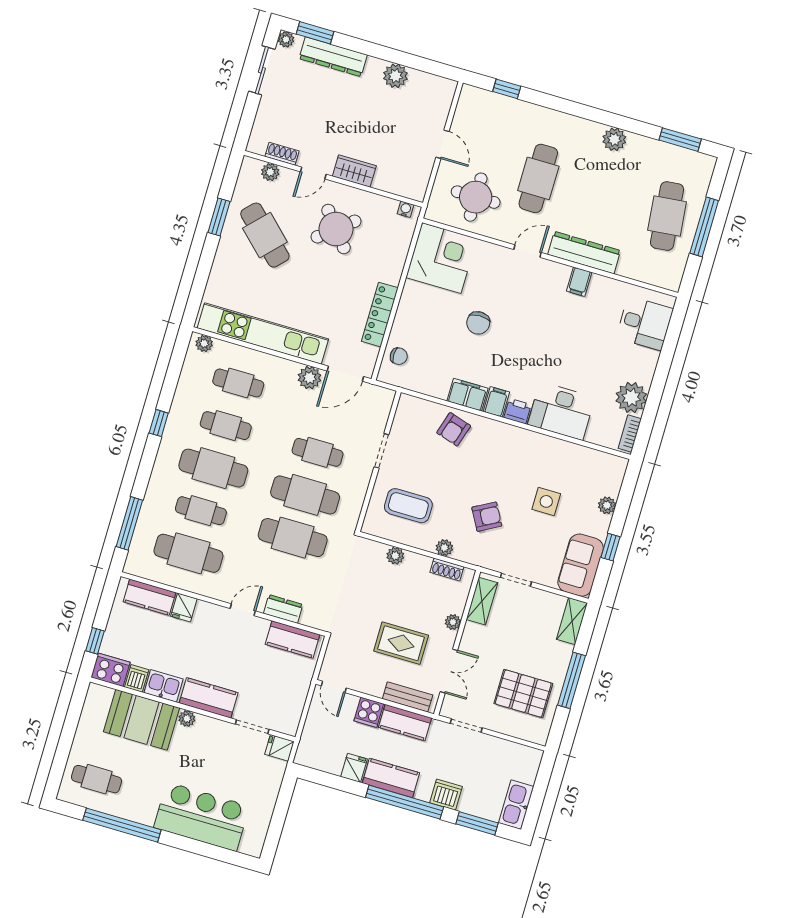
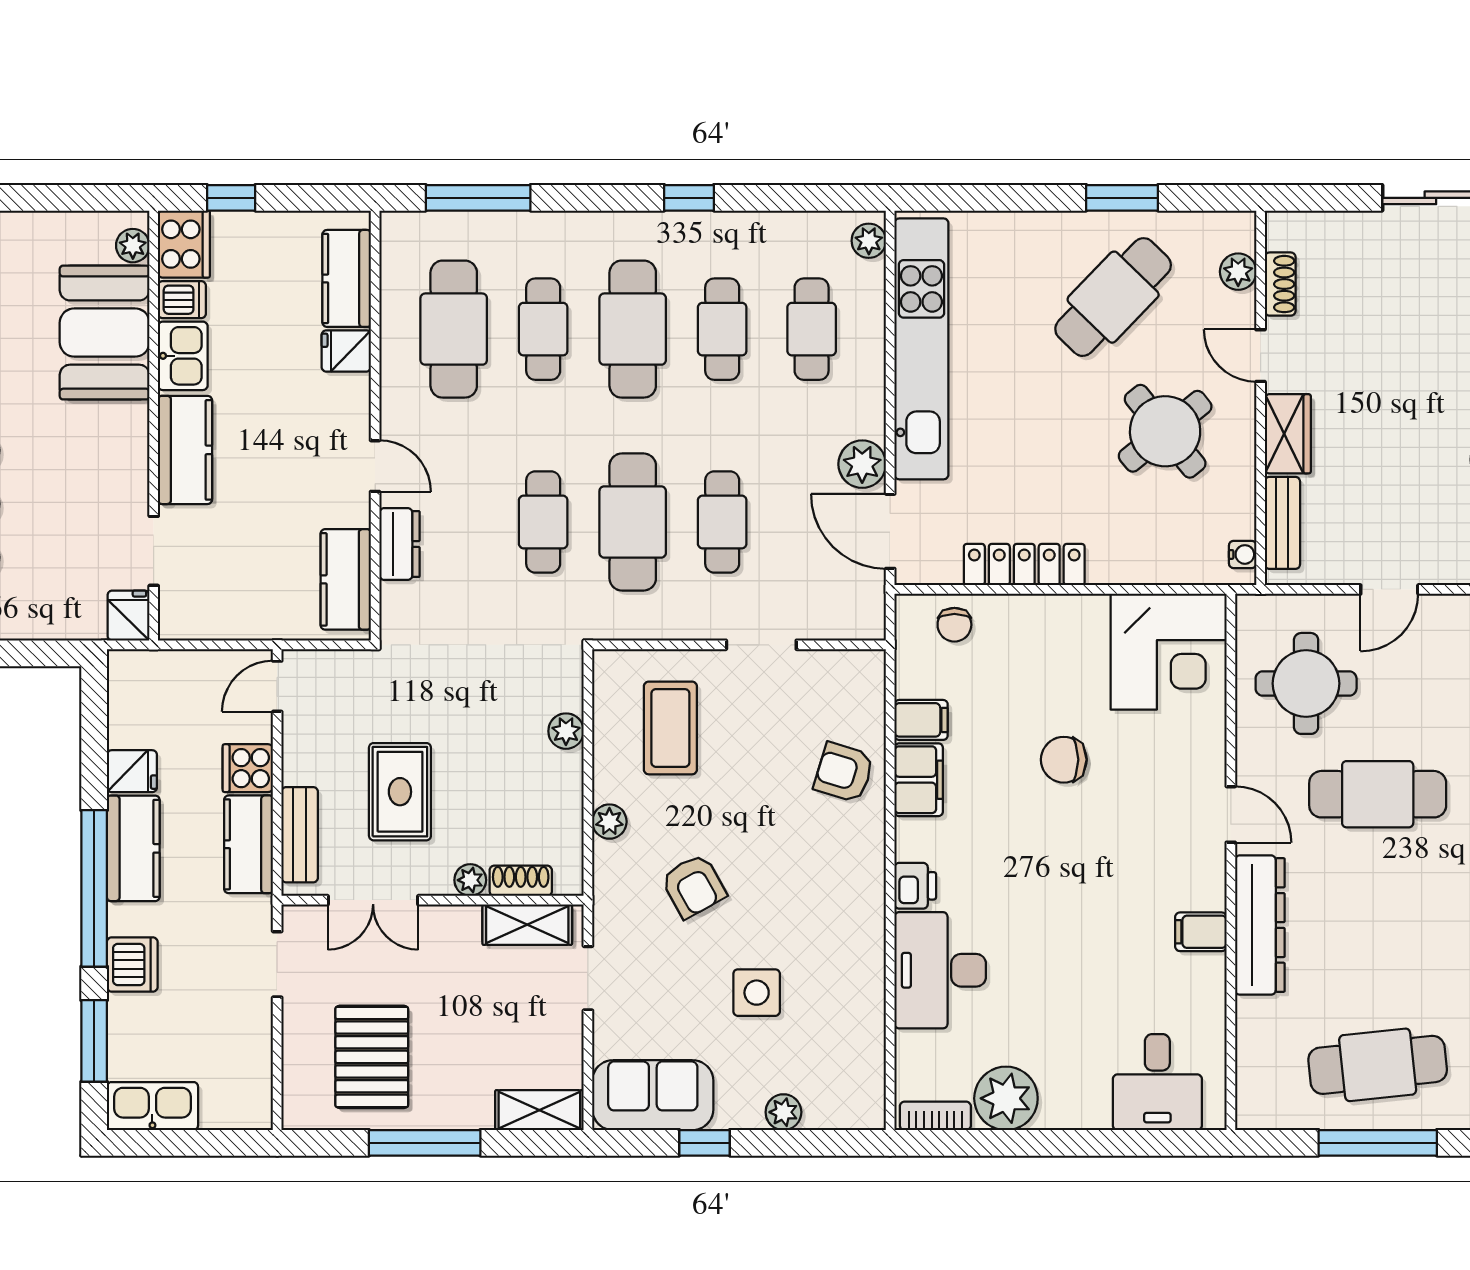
bench: (396, 186) -> (1282, 523), added
filing cabinet: (496, 402) -> (921, 720), moved
cafe table: (293, 538) -> (543, 522), width x0.73, depth x0.74
shoe rack: (447, 569) -> (521, 881), moved, turned 90
plant: (187, 719) -> (133, 246), moved

